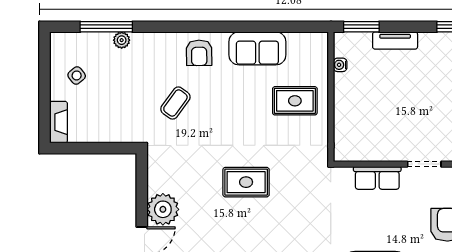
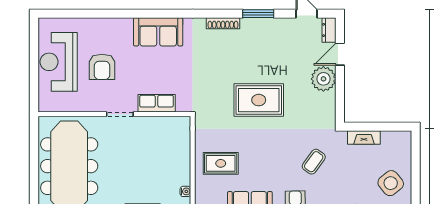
side table: (77, 75) -> (391, 183), width x1.87, depth x1.87
fireplace: (59, 122) -> (364, 137), moved, turned -90
rug: (246, 182) -> (259, 100), width x1.36, depth x1.43

